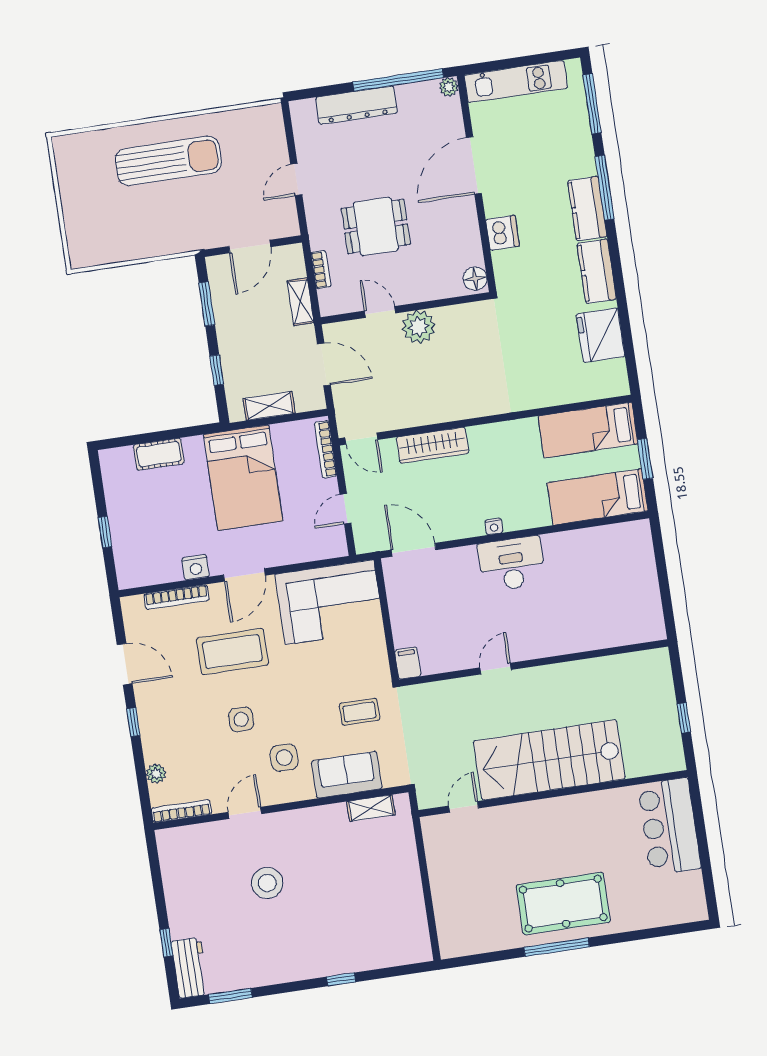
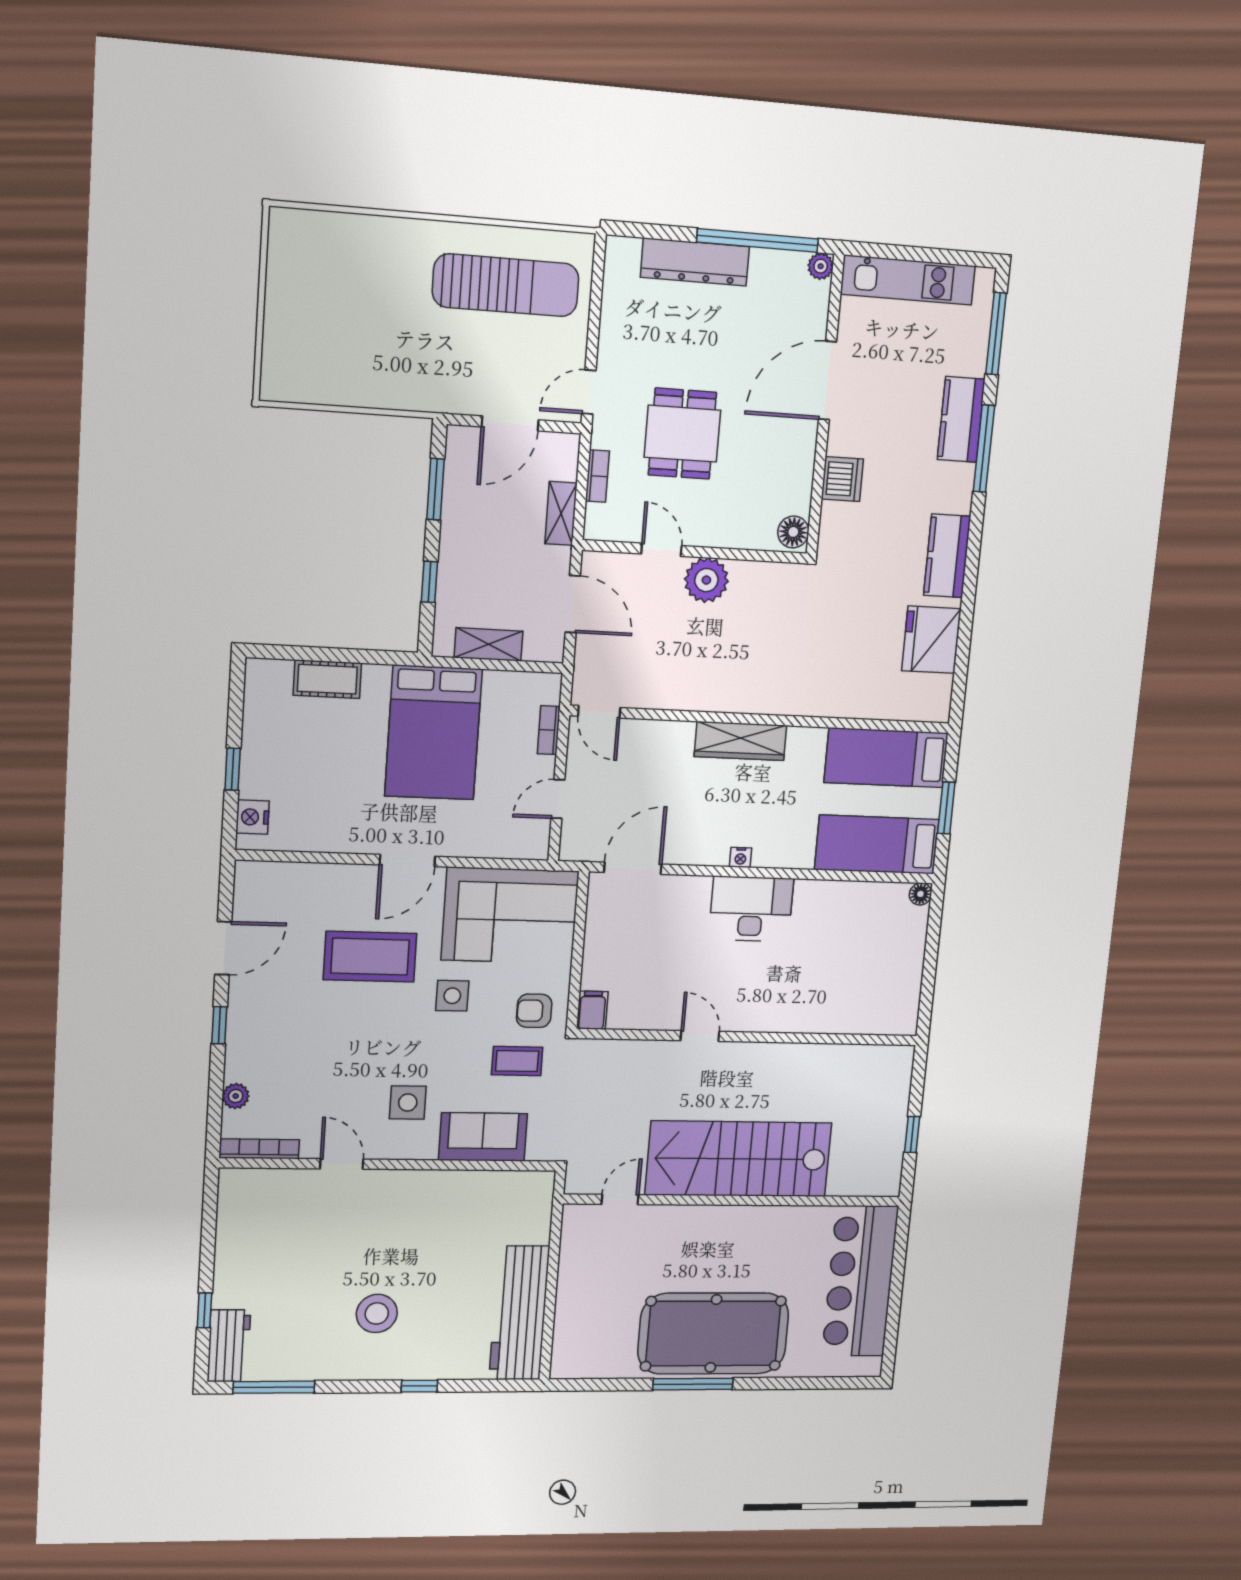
sun lounger: (168, 161) -> (506, 285), moved
door: (296, 179) -> (589, 392), moved
kitchen counter: (587, 209) -> (961, 419), moved
dining table: (376, 226) -> (682, 434), turned 90
wardrobe: (432, 445) -> (741, 741), moved
bookcase: (326, 449) -> (549, 730), width x0.64
floor lamp: (642, 528) -> (920, 894), added
door: (414, 550) -> (633, 868), hinge flipped
nightstand: (196, 567) -> (253, 817), moved, turned 90
bookcase: (177, 597) -> (311, 873), removed
door: (125, 664) -> (223, 948), hinge flipped
door: (496, 669) -> (700, 1036), hinge flipped
armchair: (364, 671) -> (534, 1011), added
side table: (241, 719) -> (452, 996), moved
shelving: (371, 808) -> (504, 1183), removed
door: (245, 813) -> (342, 1164), hinge flipped
bar counter: (669, 827) -> (860, 1281), width x1.36
stool: (267, 883) -> (377, 1313), moved
pool table: (563, 903) -> (713, 1334), width x1.36, depth x1.32
workbench: (406, 909) -> (519, 1313), added
window: (230, 996) -> (274, 1387), width x1.44

